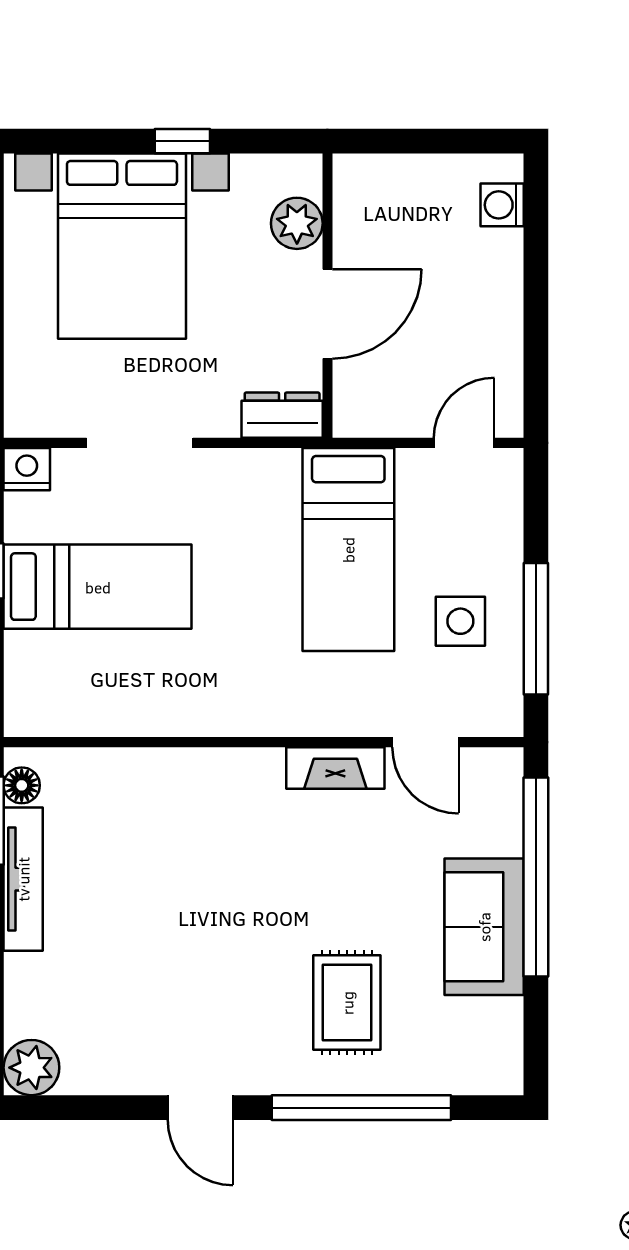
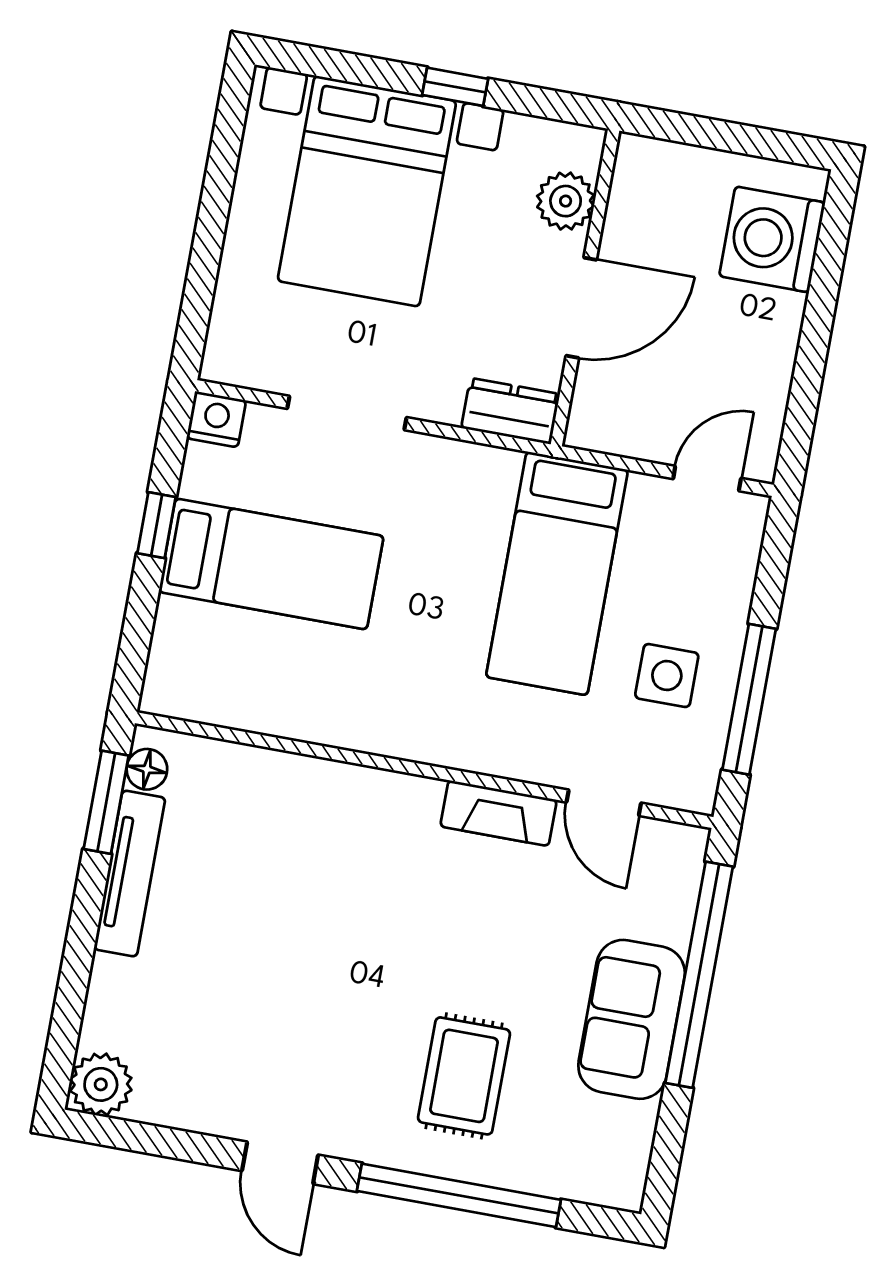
washing machine: (502, 205) -> (772, 239), width x1.89, depth x1.89

